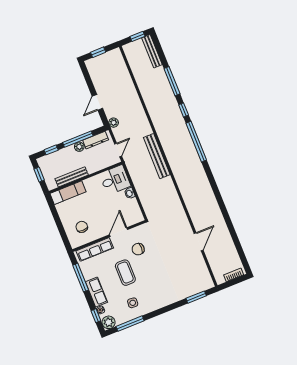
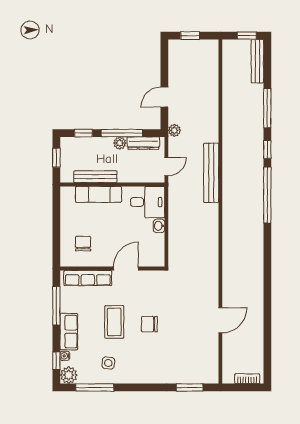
bench: (157, 156) -> (211, 173), moved
exam couch: (68, 193) -> (99, 194), moved
chair: (138, 249) -> (149, 324), moved

